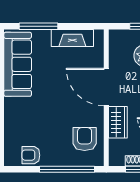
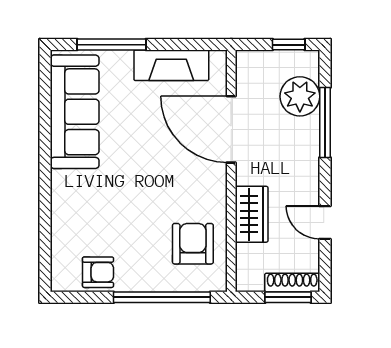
door: (106, 87) -> (231, 129), moved
armchair: (31, 155) -> (98, 272), turned 180

